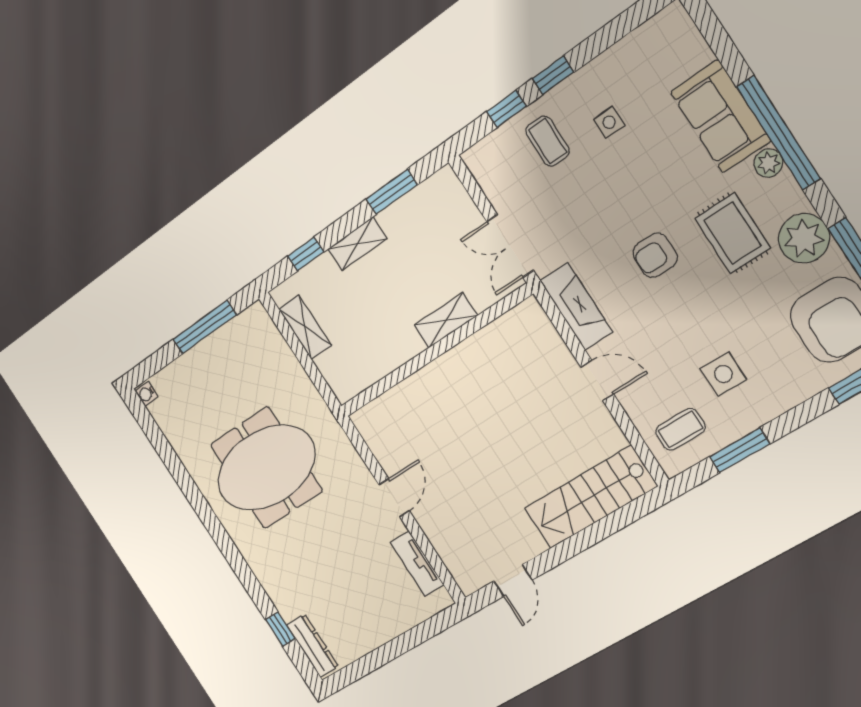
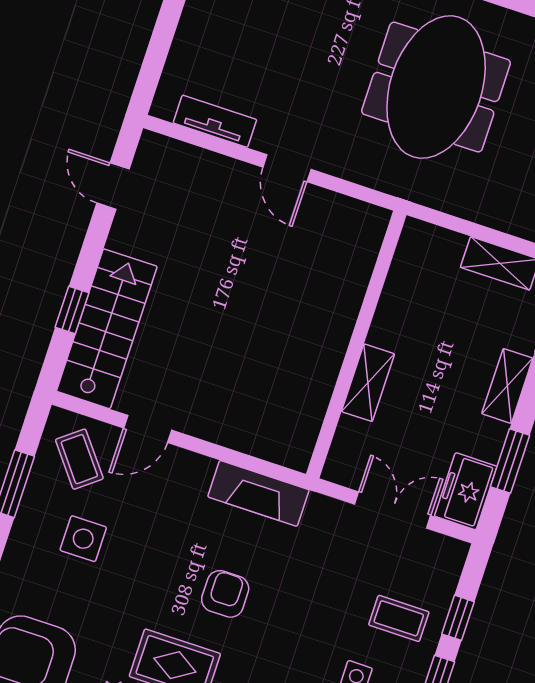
freezer: (436, 195) -> (466, 491), added
double door: (510, 246) -> (393, 510), moved
door: (597, 381) -> (148, 429), moved
coffee table: (680, 429) -> (79, 459), turned -38
window: (604, 528) -> (72, 310), added

